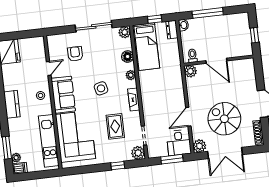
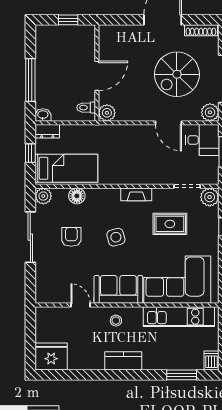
armchair: (75, 54) -> (71, 237), moved, turned 90
plant: (131, 75) -> (103, 195), removed
plant: (16, 158) -> (196, 364), removed

